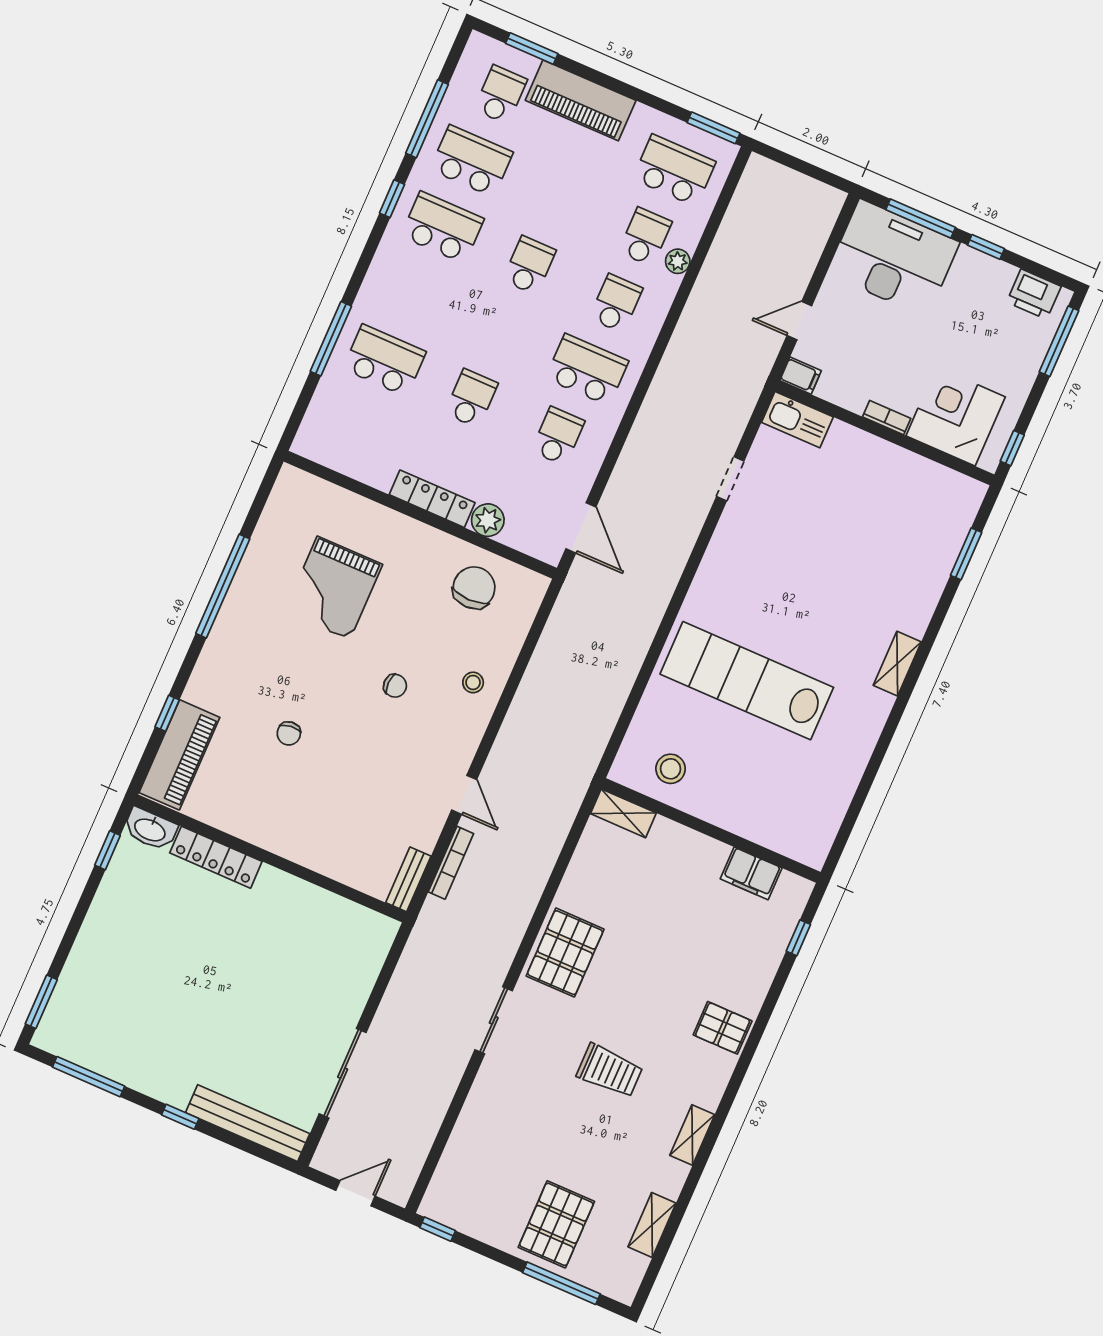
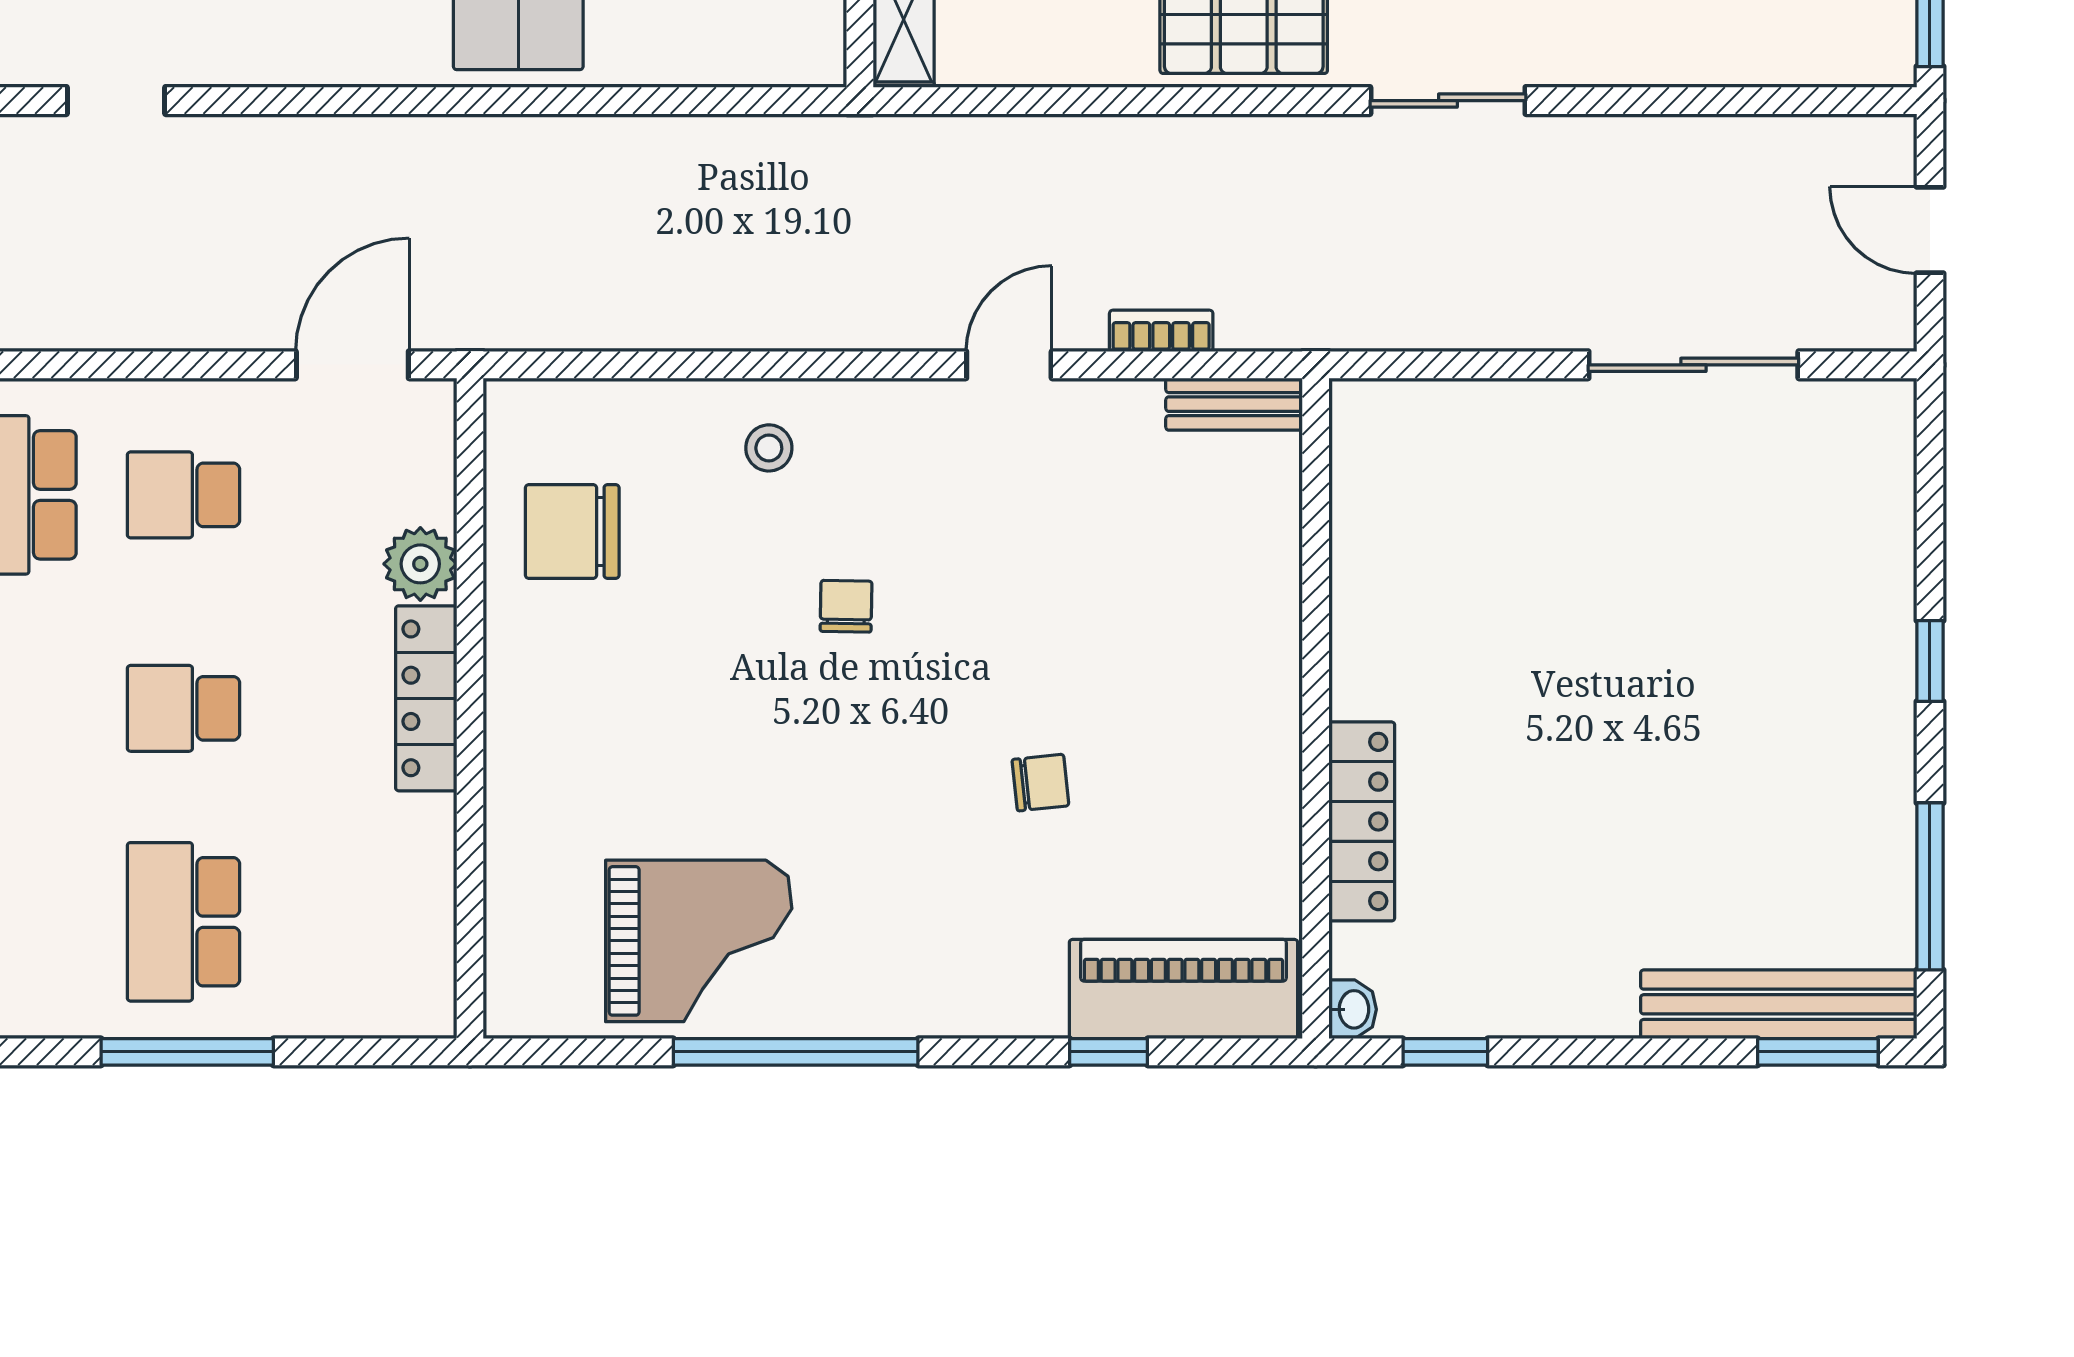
grand piano: (334, 588) -> (699, 941), moved
washbasin: (150, 829) -> (1353, 1009), width x0.52, depth x0.69
bookcase: (451, 863) -> (1161, 331), width x0.64
bench: (248, 1123) -> (1779, 1004), moved, turned 90

